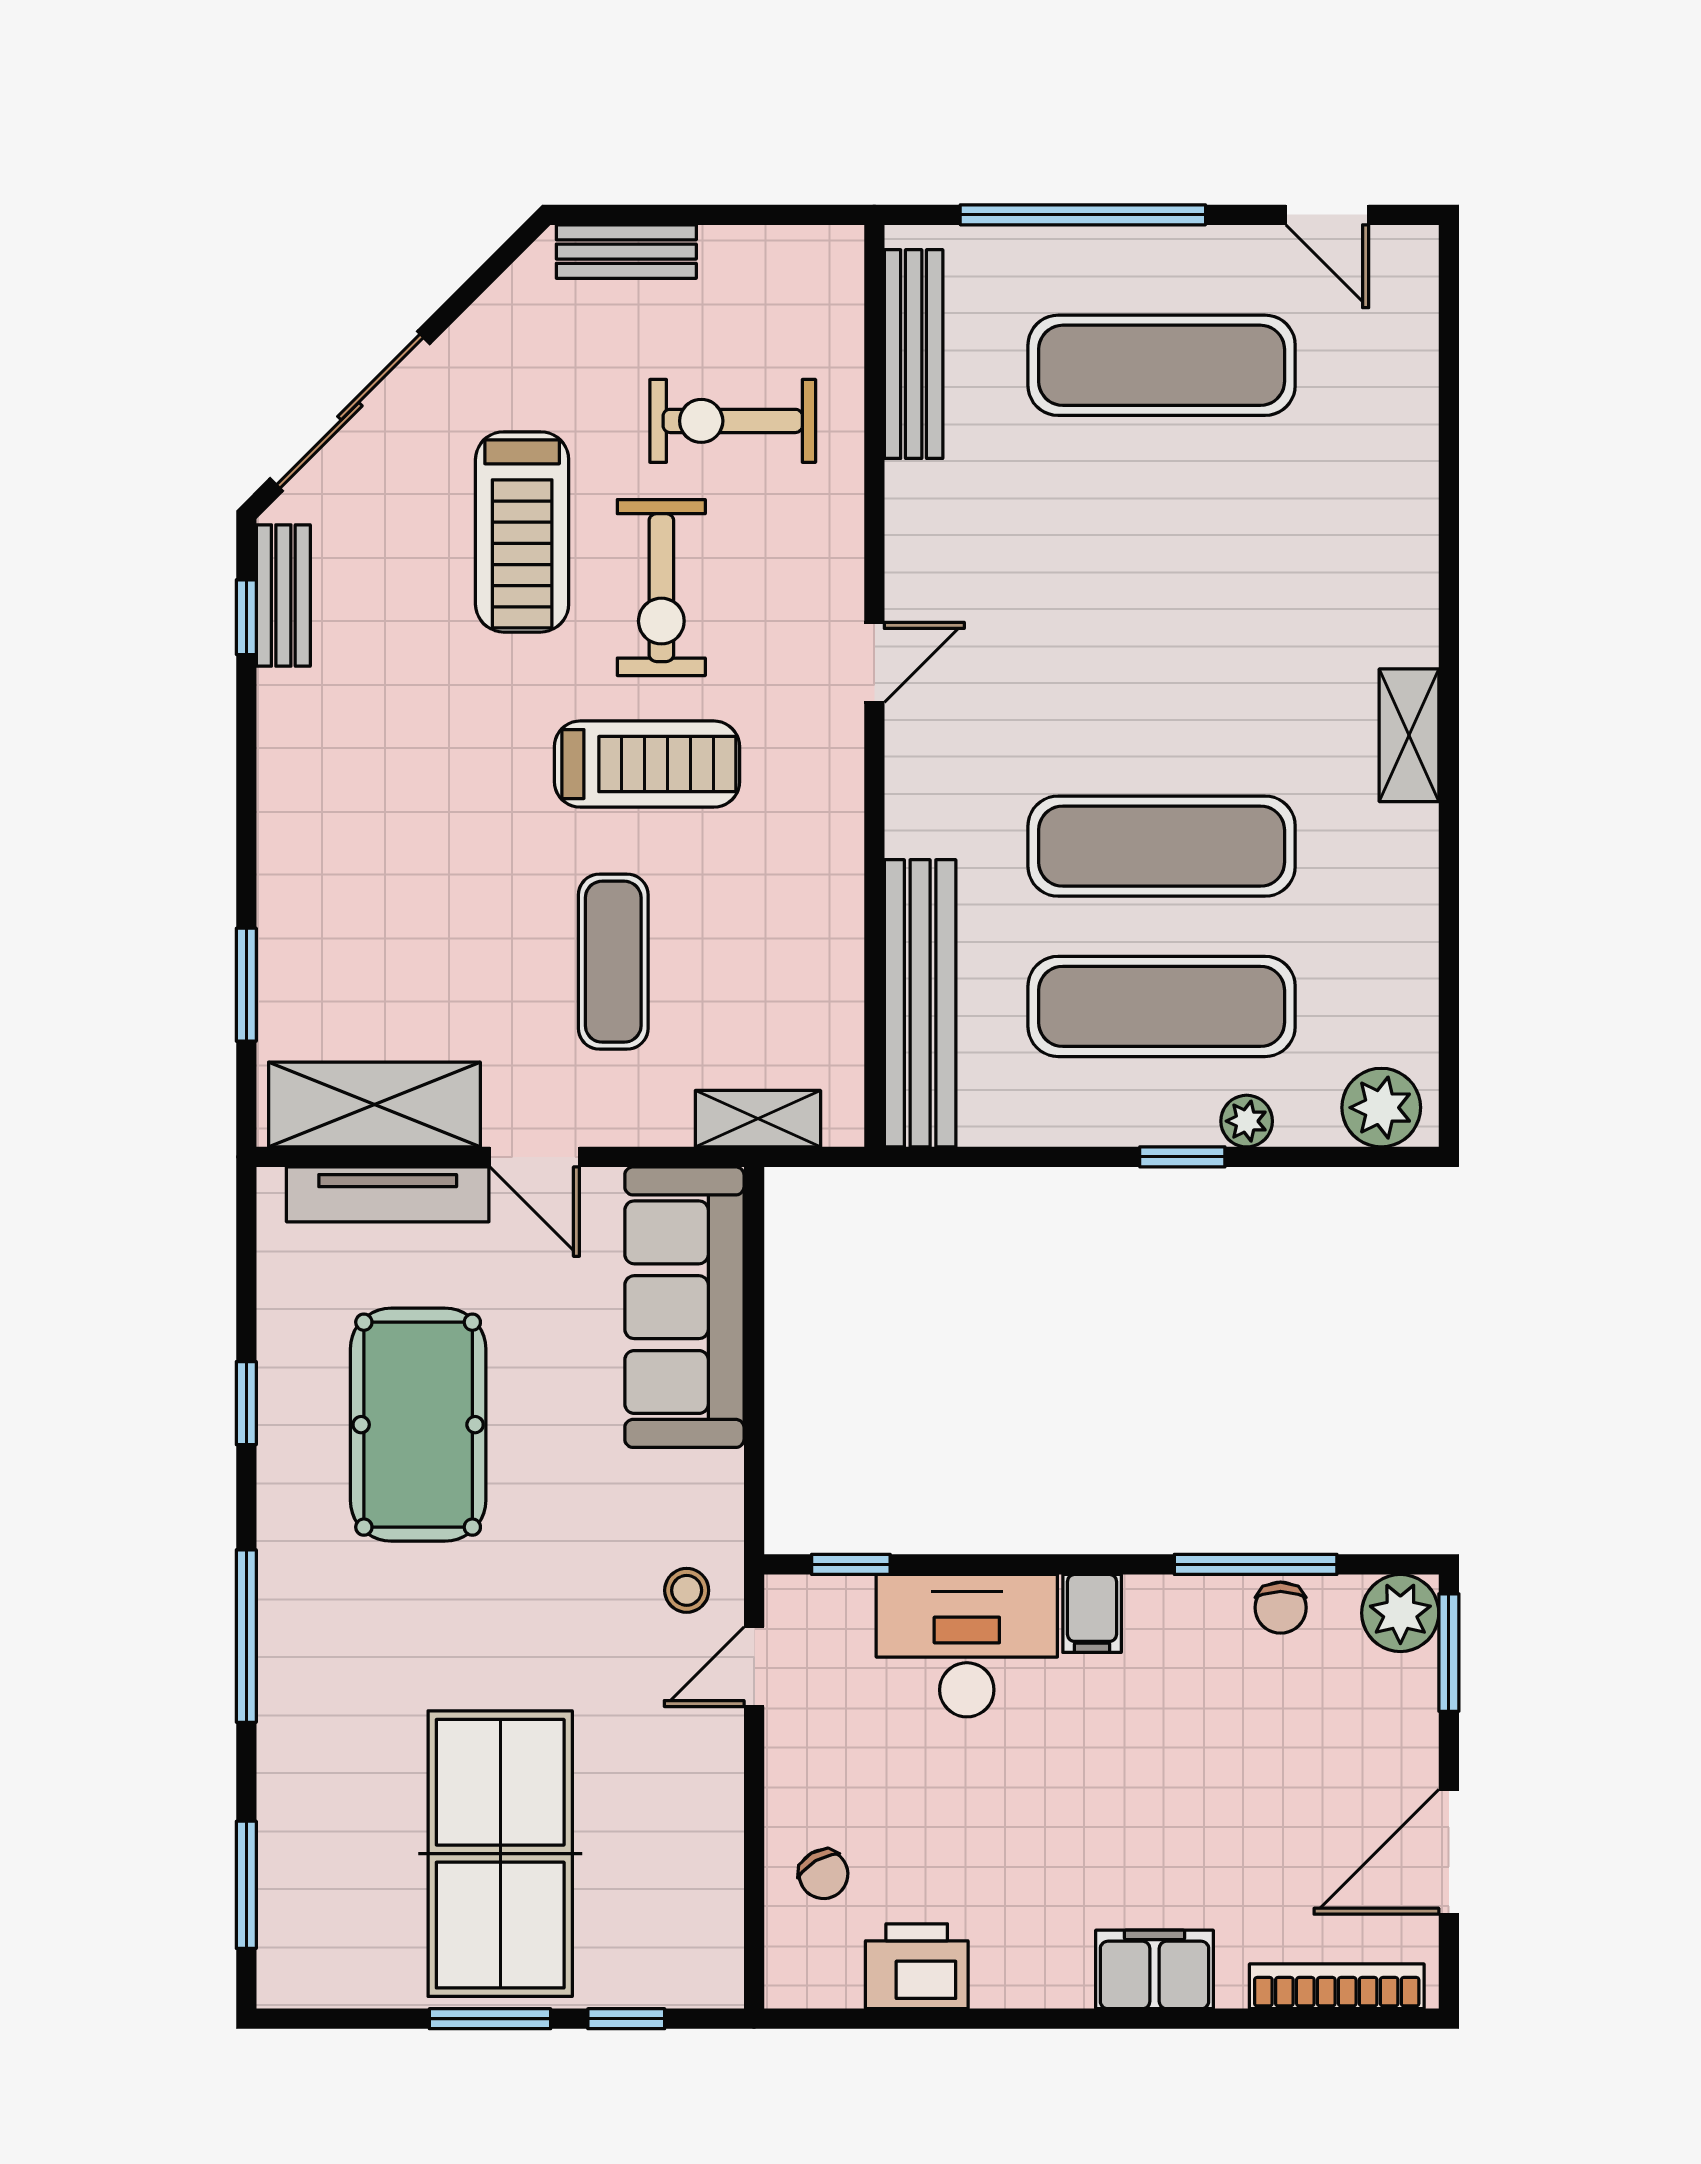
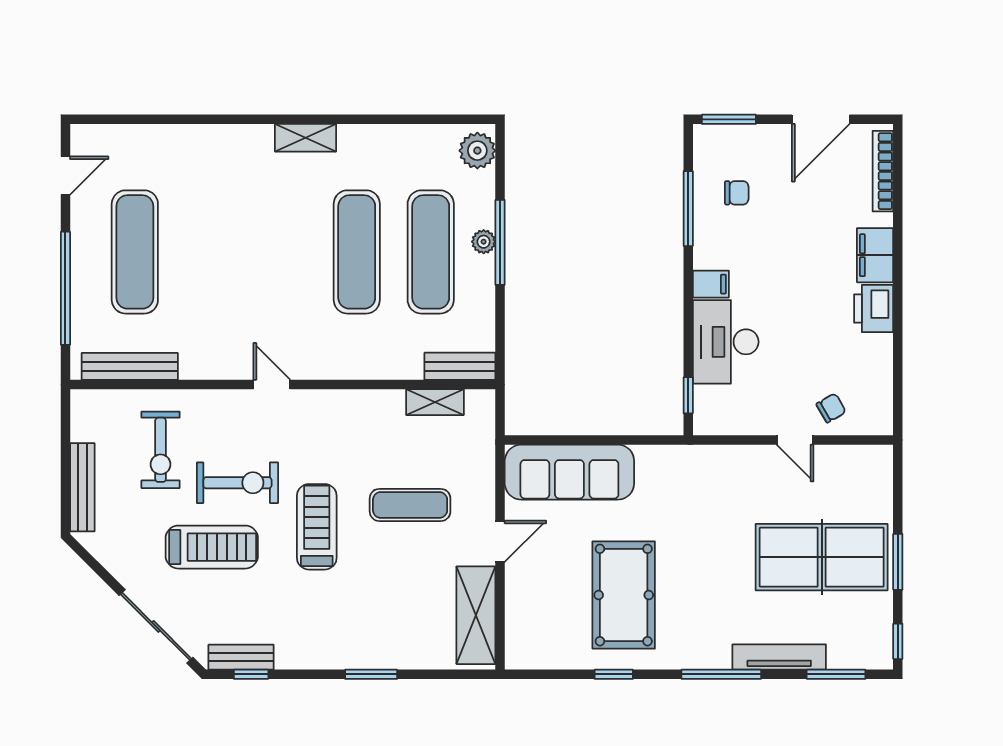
bench: (626, 252) -> (82, 487), width x1.36
treadmill: (647, 764) -> (317, 527), moved
window: (246, 985) -> (371, 674), moved
bench: (920, 1003) -> (460, 366), width x0.54, depth x0.82
shelving: (758, 1119) -> (435, 402), moved, turned 90
plant: (1247, 1121) -> (484, 242), moved
window: (1182, 1157) -> (500, 242), width x2.17
tv unit: (388, 1194) -> (779, 657), moved, turned -90
pool table: (418, 1425) -> (624, 595), turned 90
stool: (687, 1590) -> (700, 471), removed
chair: (1281, 1608) -> (737, 193), moved
plant: (1400, 1613) -> (711, 142), removed
door: (754, 1667) -> (795, 440), moved
door: (1449, 1852) -> (821, 119), hinge flipped
printer: (917, 1966) -> (874, 308), moved
window: (626, 2019) -> (898, 641), moved

